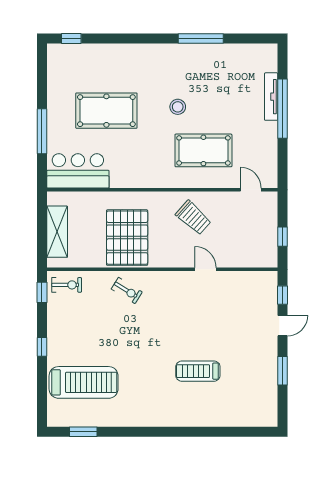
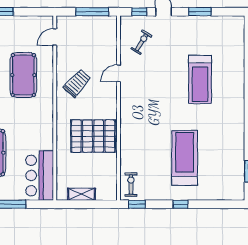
shelving: (57, 232) -> (81, 194), width x0.67, depth x0.75
window: (282, 237) -> (92, 12), width x2.17
exercise bike: (127, 290) -> (142, 42), moved
treadmill: (198, 371) -> (200, 79), width x1.37, depth x1.38
treadmill: (84, 382) -> (185, 158), moved

